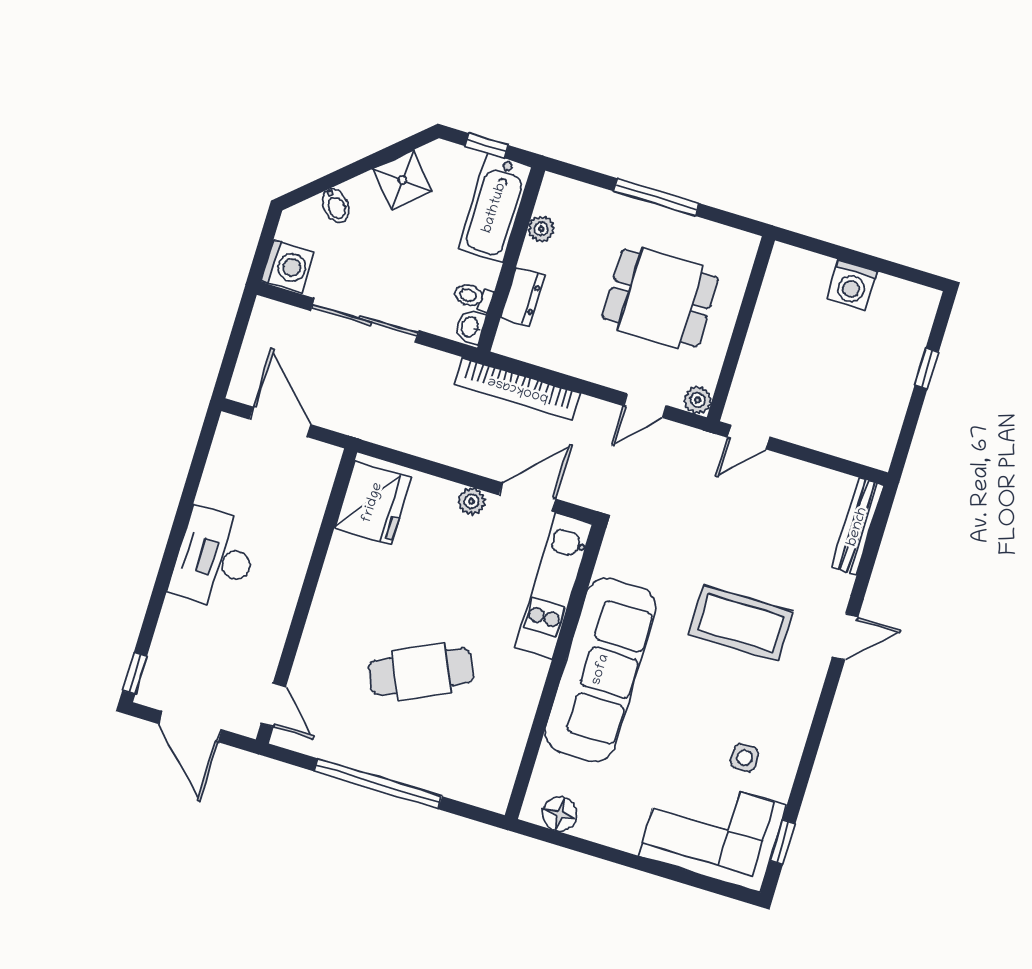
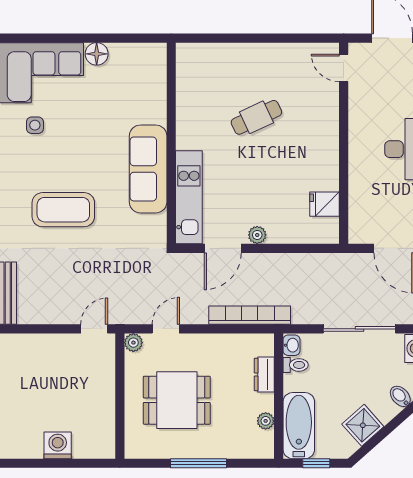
fridge: (373, 503) -> (325, 204), width x0.53, depth x0.75
sofa: (601, 670) -> (148, 169), width x0.74, depth x0.79
cafe table: (421, 672) -> (256, 117), width x0.73, depth x0.74
window: (378, 784) -> (262, 38), removed
floor lamp: (560, 814) -> (97, 54), moved

